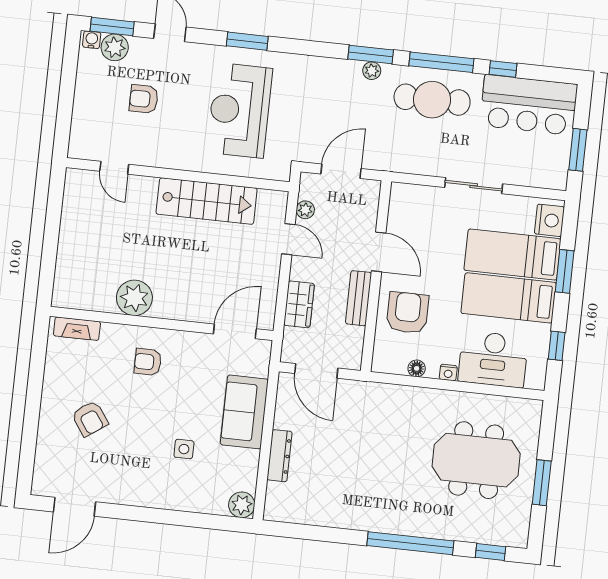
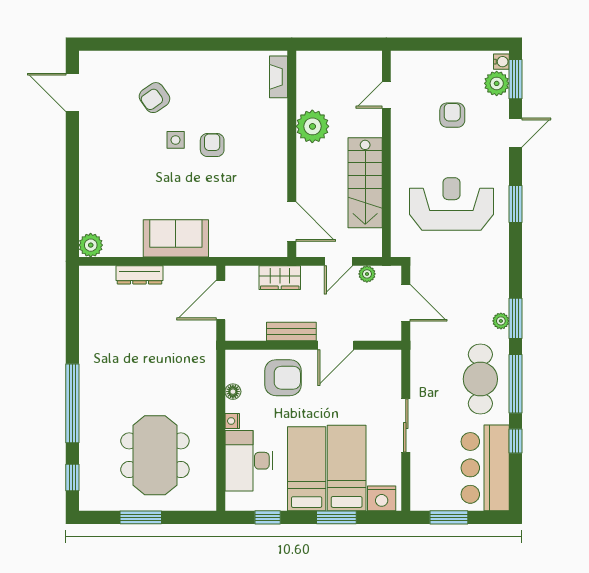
plant: (134, 298) -> (312, 126), moved
wall: (162, 323) -> (292, 154), moved
fireplace: (77, 329) -> (279, 77), moved
door: (235, 331) -> (292, 222), moved
side table: (184, 449) -> (176, 140), moved

